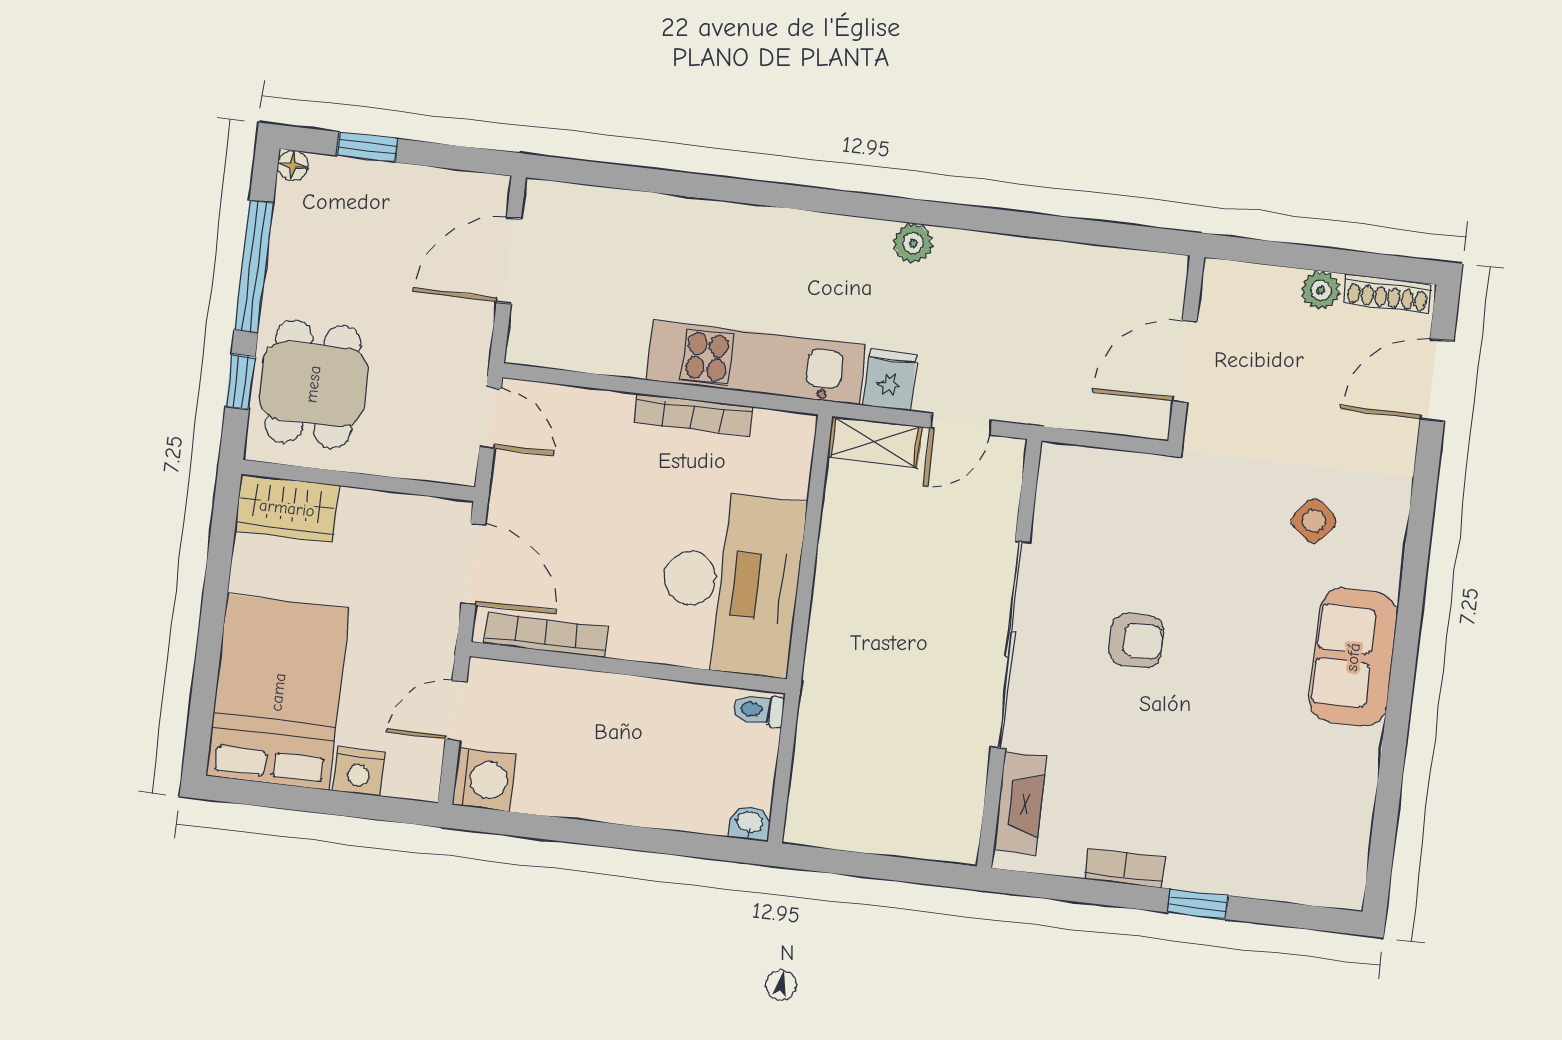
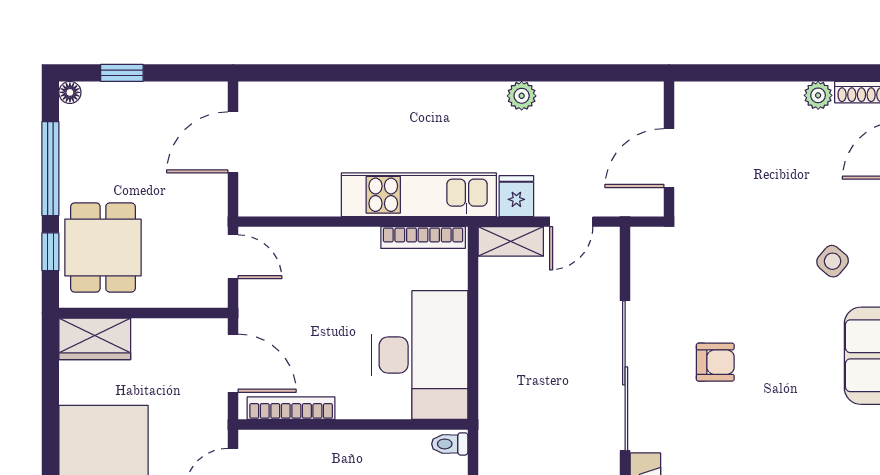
wall: (1186, 349) -> (669, 149), moved
door: (1185, 362) -> (669, 158), moved
bookcase: (693, 415) -> (423, 238), moved

